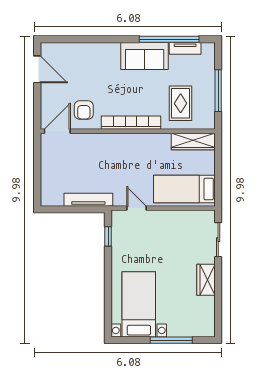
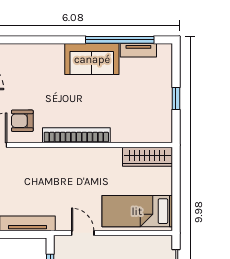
window: (218, 91) -> (176, 99), width x0.46
rug: (181, 103) -> (133, 113), removed
armchair: (84, 110) -> (22, 121), turned 90

